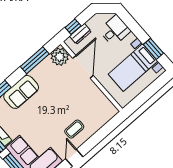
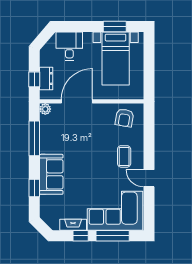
plant: (60, 57) -> (45, 109), width x0.53, depth x0.53
door: (83, 67) -> (77, 101), hinge flipped
armchair: (100, 107) -> (124, 118), added

